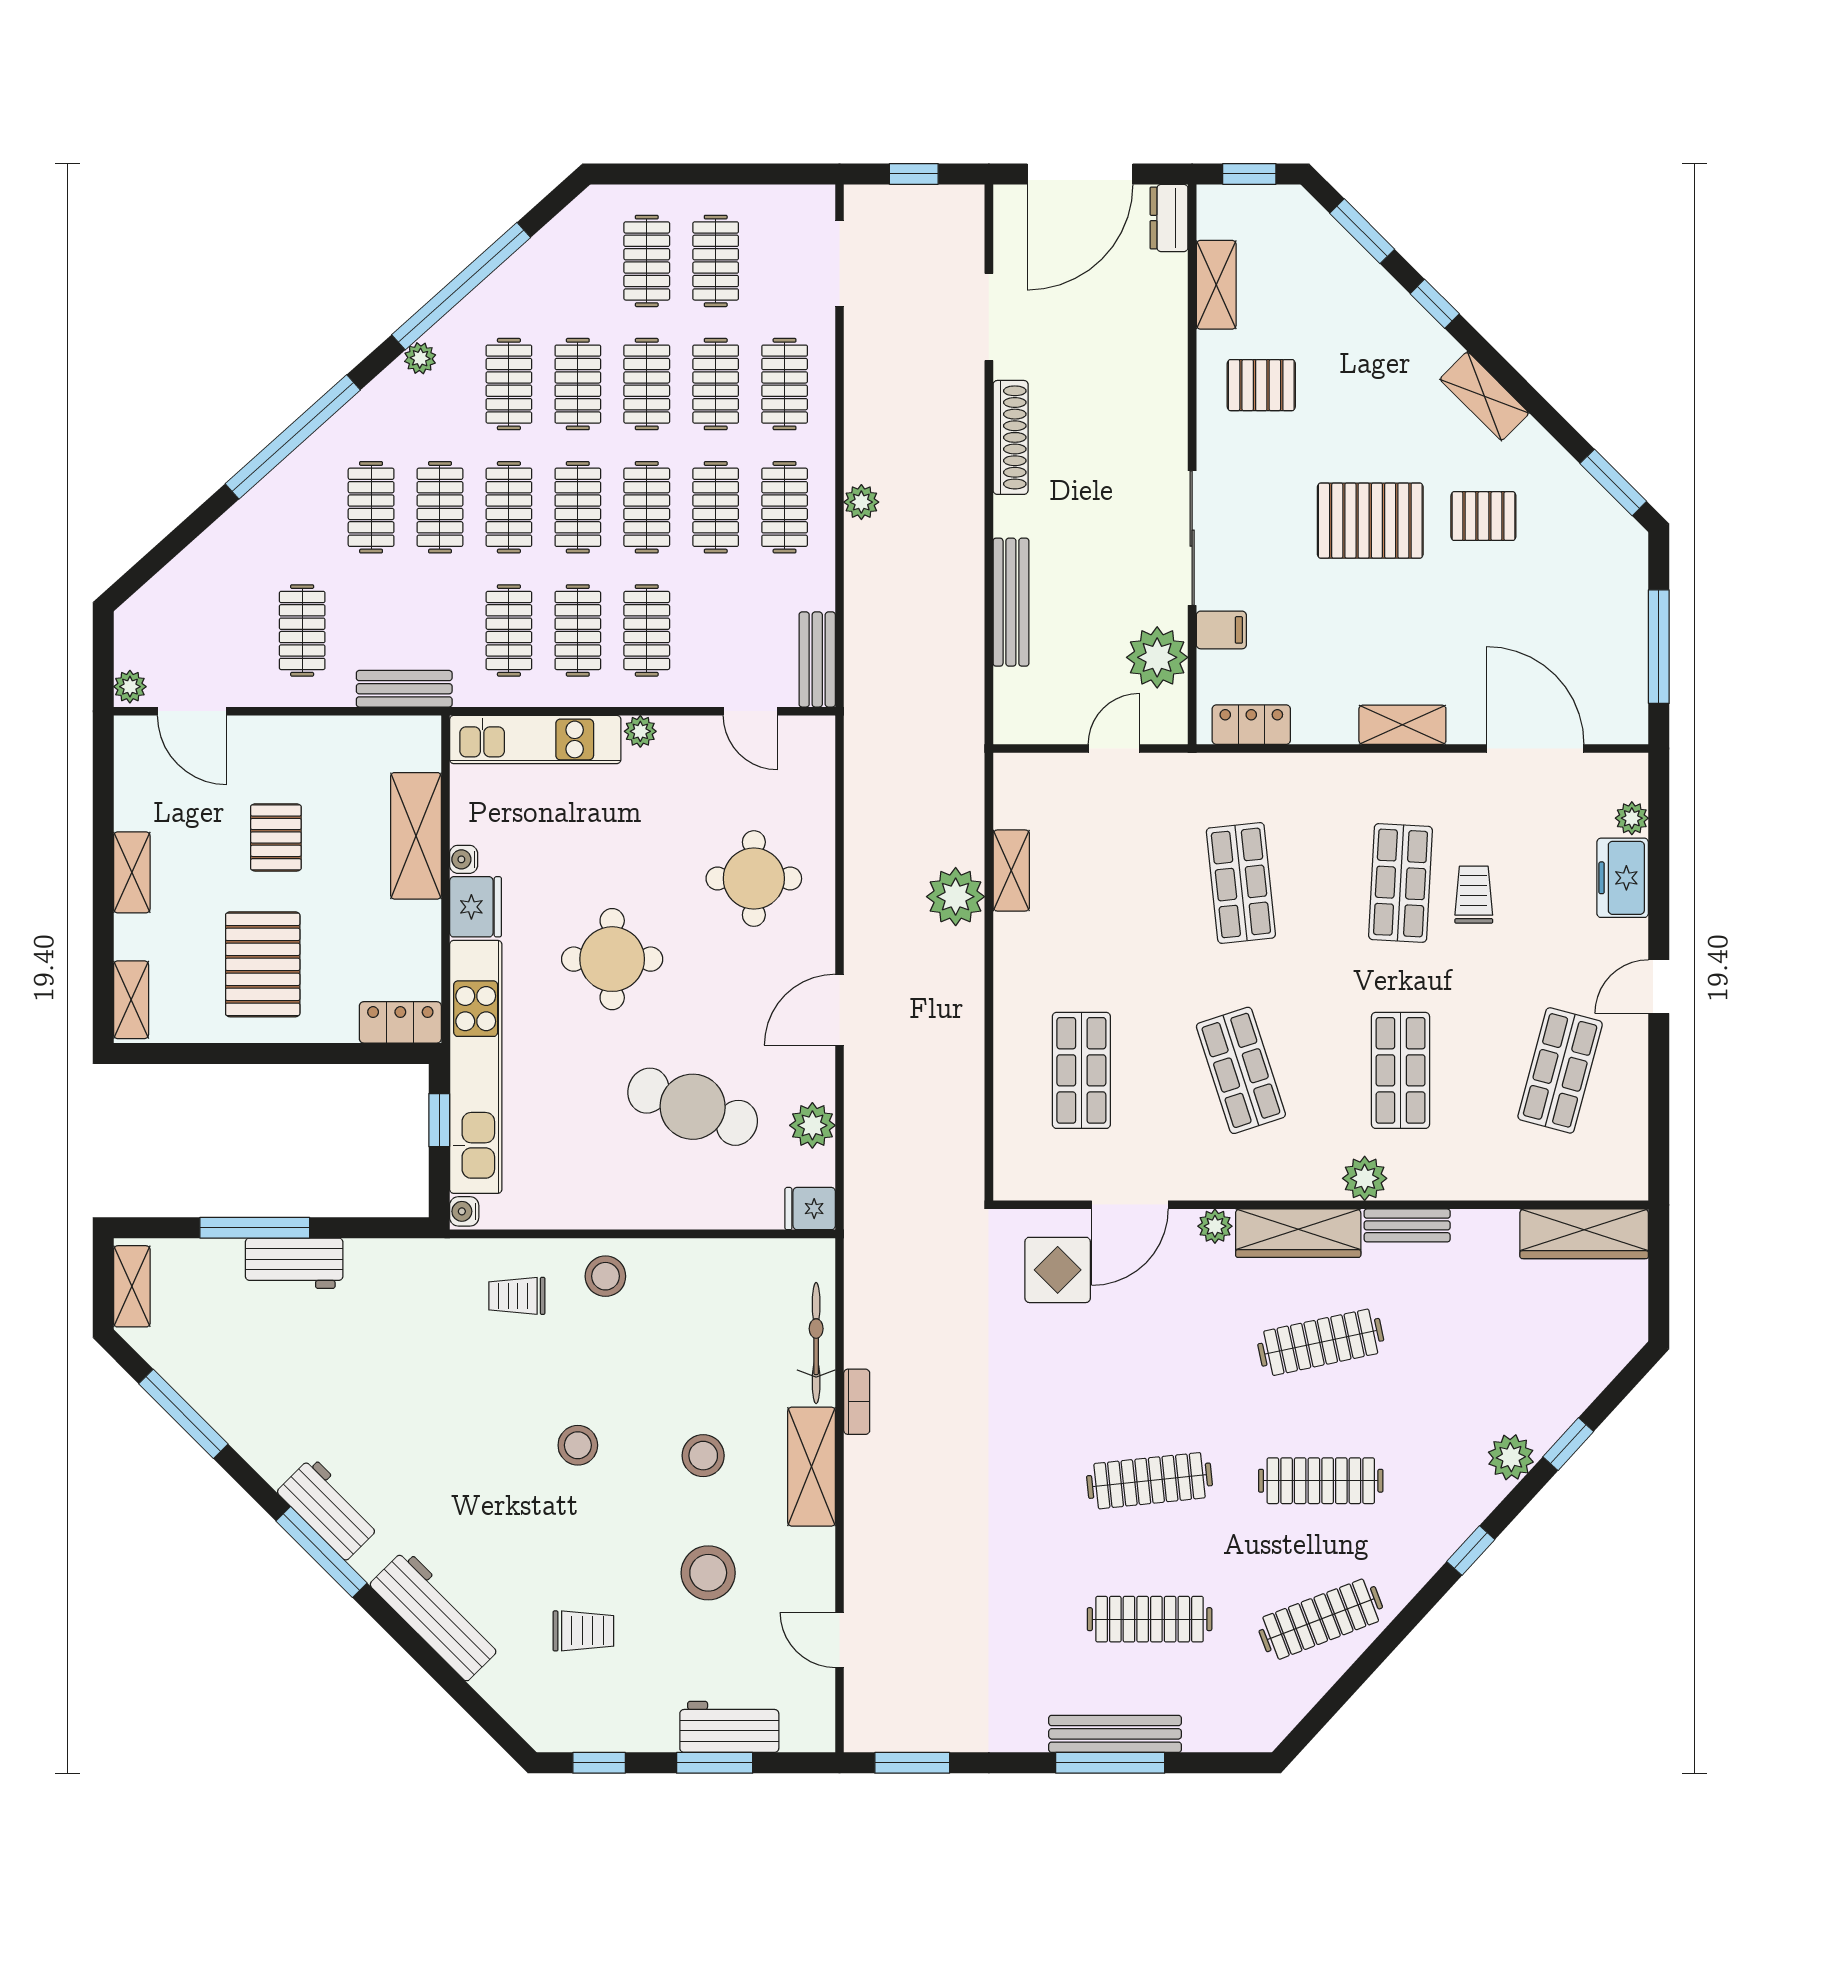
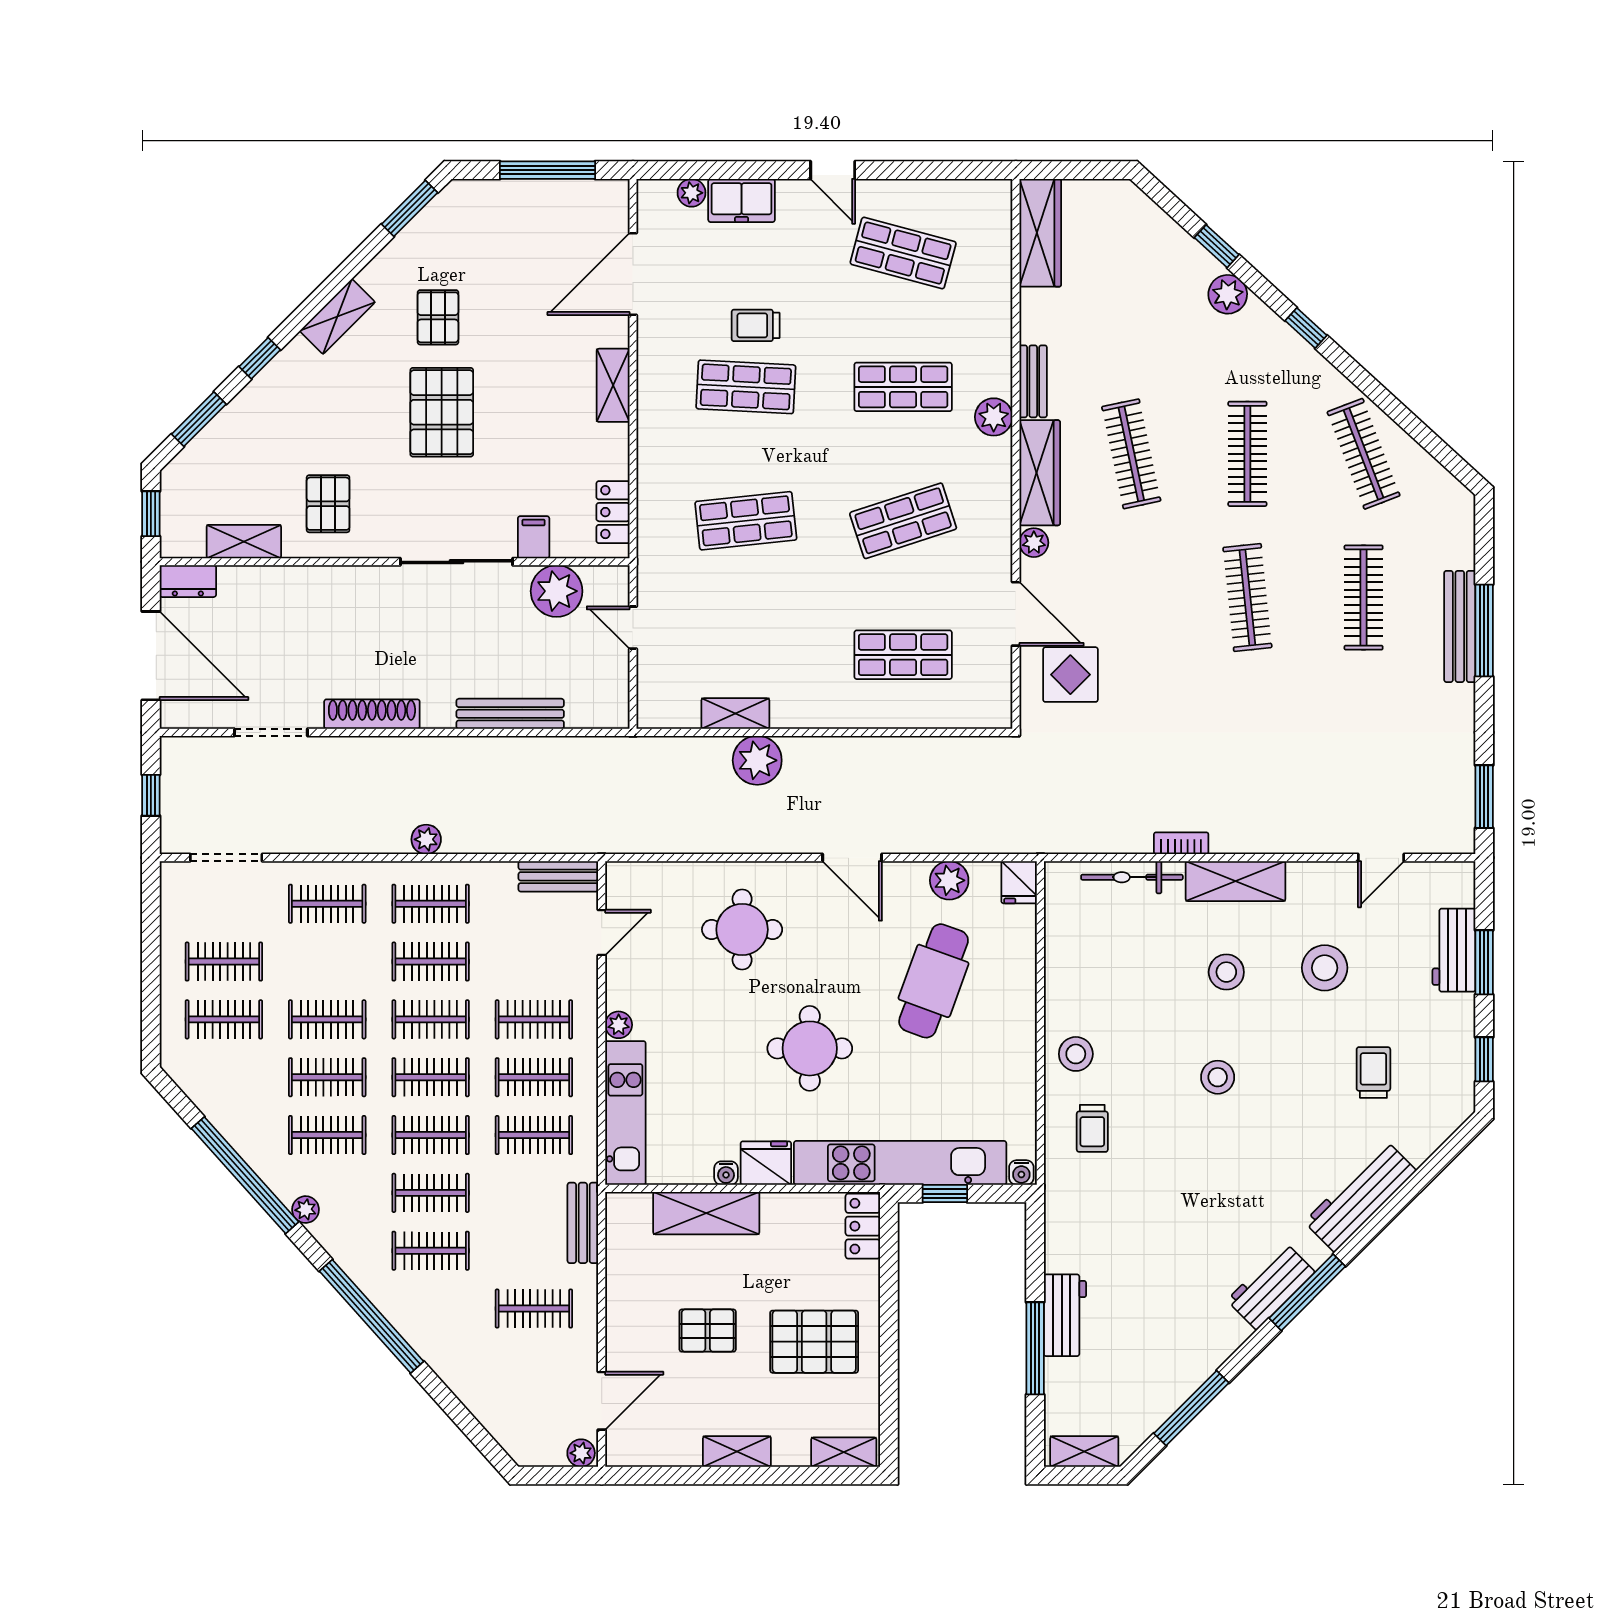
clothes rail: (716, 384) -> (327, 962), removed

